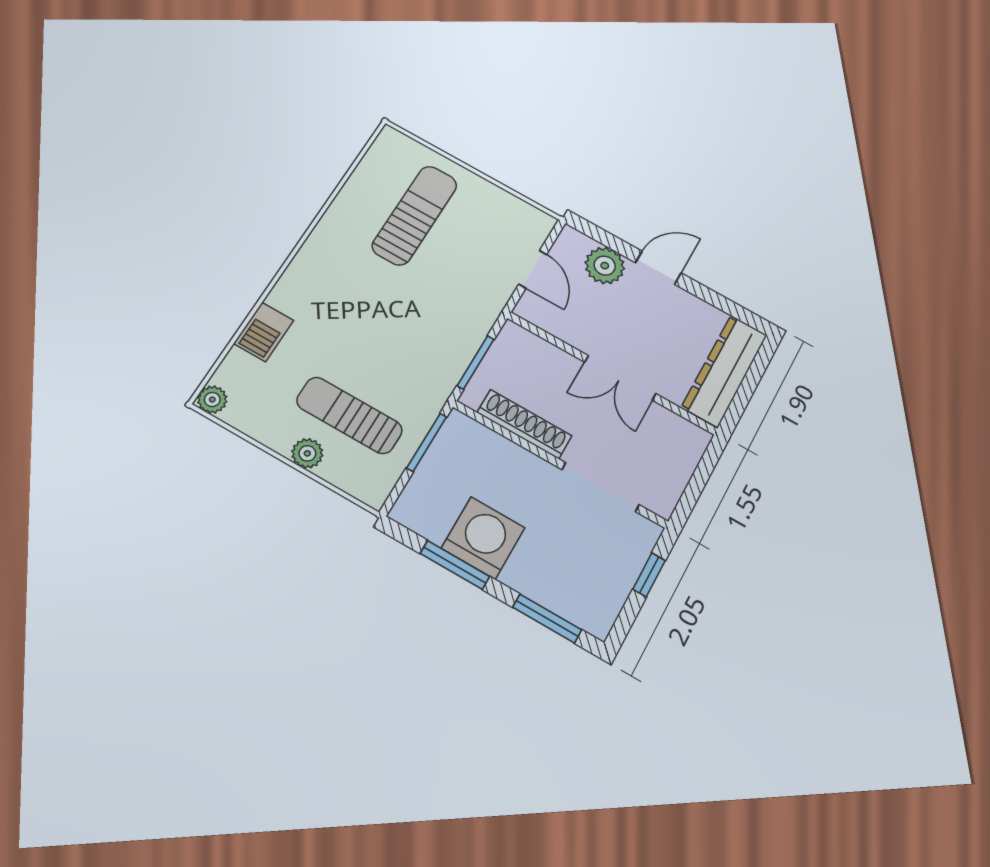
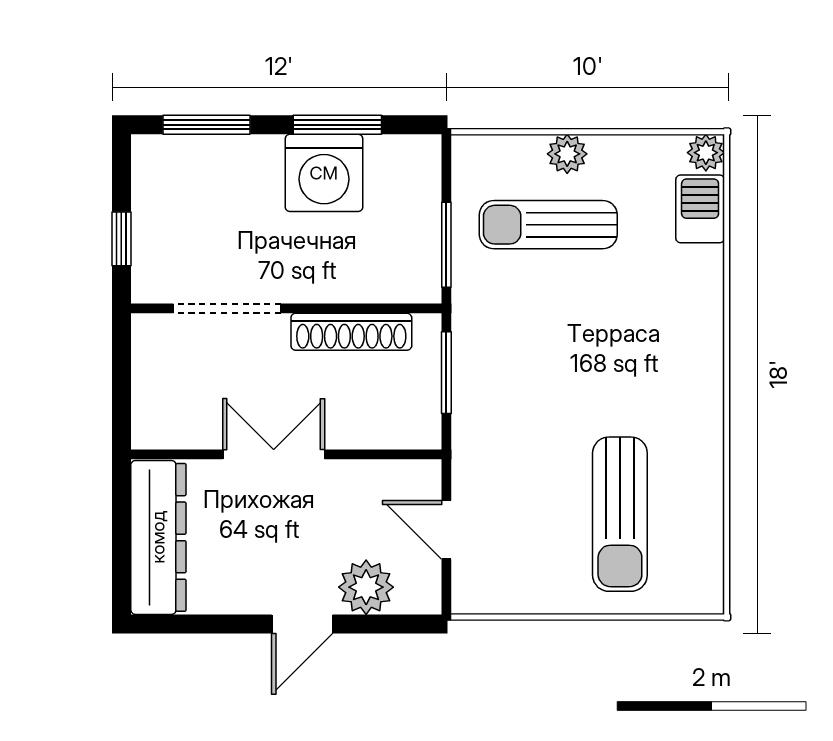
barbecue: (264, 332) -> (700, 209), moved
sun lounger: (349, 415) -> (548, 225), turned 180

